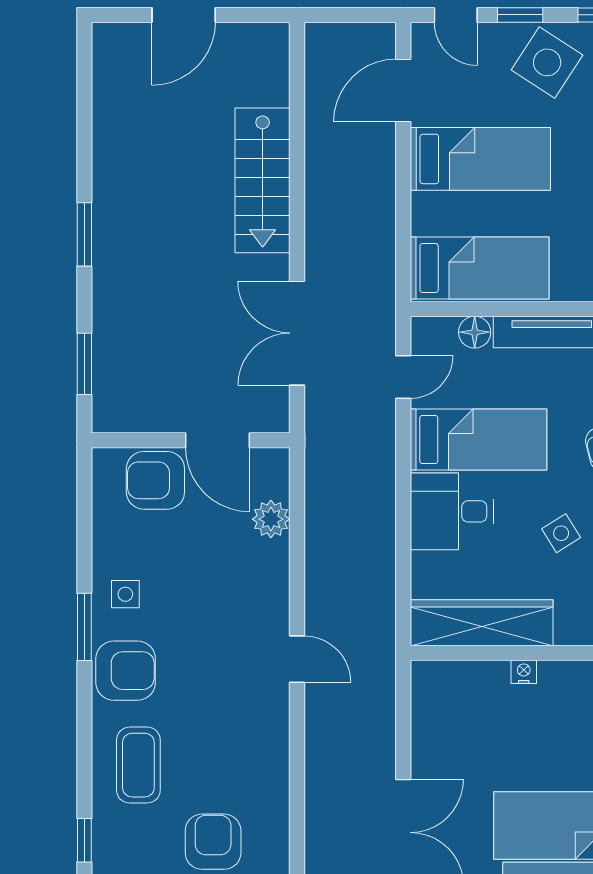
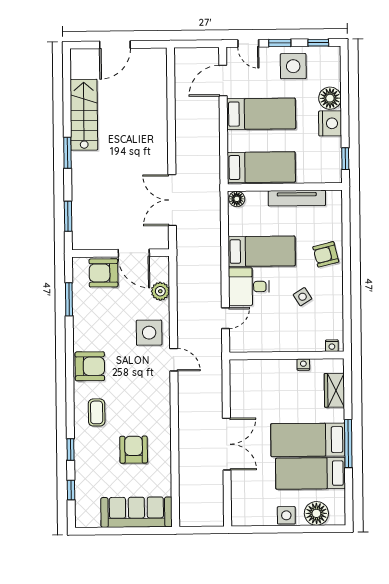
side table: (547, 62) -> (293, 66), turned -33
stairs: (263, 180) -> (84, 115), moved, turned 180
floor lamp: (475, 332) -> (237, 199), moved
door: (403, 377) -> (225, 318), moved
side table: (125, 594) -> (149, 333), moved, width x1.87, depth x1.87
wardrobe: (482, 623) -> (264, 341), removed
window: (84, 627) -> (69, 299), moved
nightstand: (524, 672) -> (303, 365), moved
coffee table: (138, 765) -> (97, 412), width x0.73, depth x0.77

